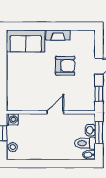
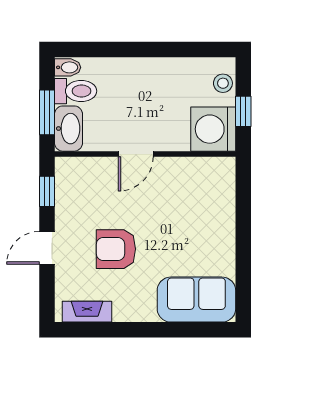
fireplace: (58, 35) -> (87, 312), moved
washing machine: (12, 119) -> (213, 129), width x1.89, depth x1.89
washbasin: (90, 130) -> (69, 129), width x1.91, depth x1.45

